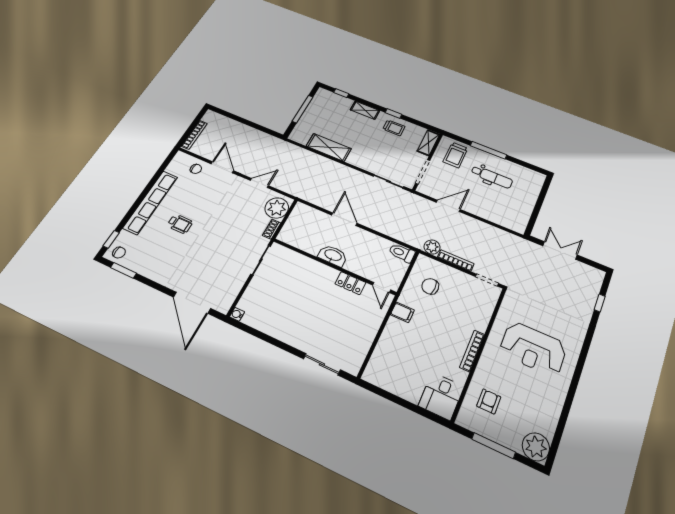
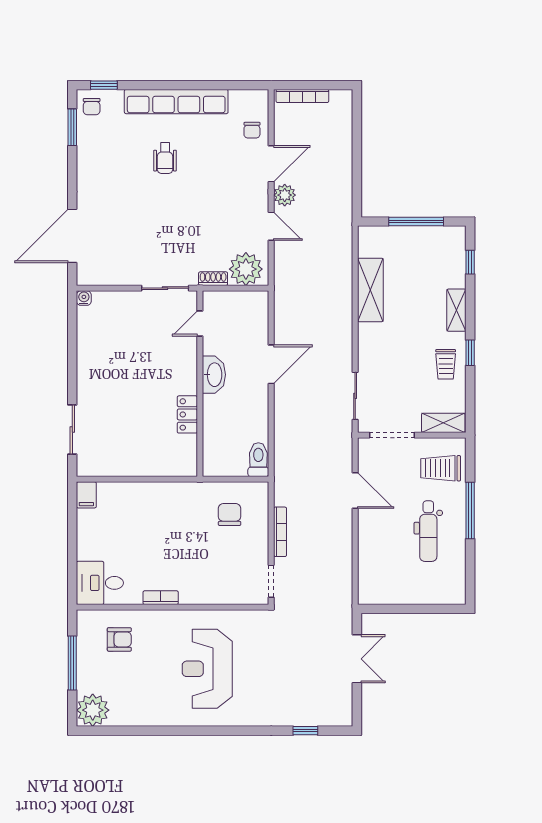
plant: (432, 247) -> (285, 195), moved
door: (382, 287) -> (200, 323), moved
filing cabinet: (402, 312) -> (86, 495), moved
bookcase: (472, 351) -> (161, 598), width x0.64

